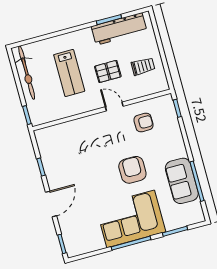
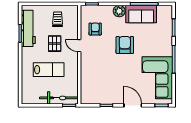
bicycle: (27, 73) -> (59, 98), moved
door: (114, 107) -> (79, 46), hinge flipped
plant: (178, 149) -> (119, 11), added
armchair: (132, 170) -> (125, 45), turned 90
corner sofa: (131, 219) -> (157, 78), moved

